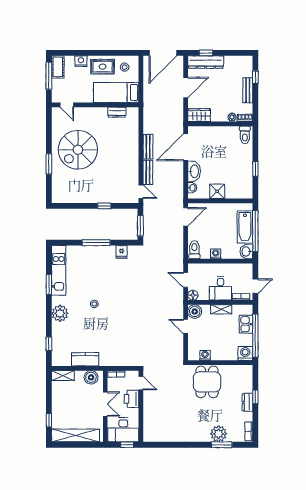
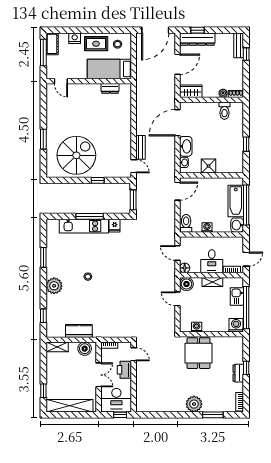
bench: (248, 90) -> (239, 45), moved
toilet: (245, 135) -> (224, 111), moved
bench: (148, 147) -> (141, 122), removed
spiral stairs: (78, 150) -> (76, 155), moved, turned 180
kitchen unit: (59, 270) -> (84, 226), moved, turned 90
plant: (219, 434) -> (194, 404), moved

